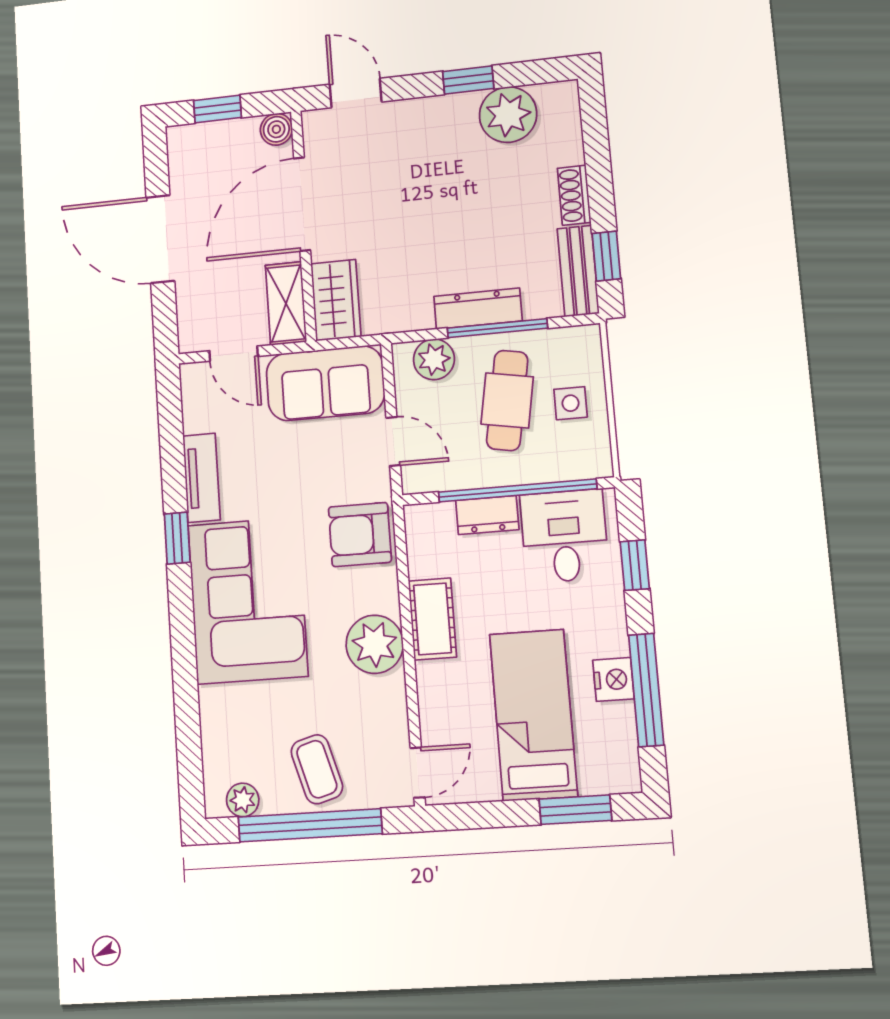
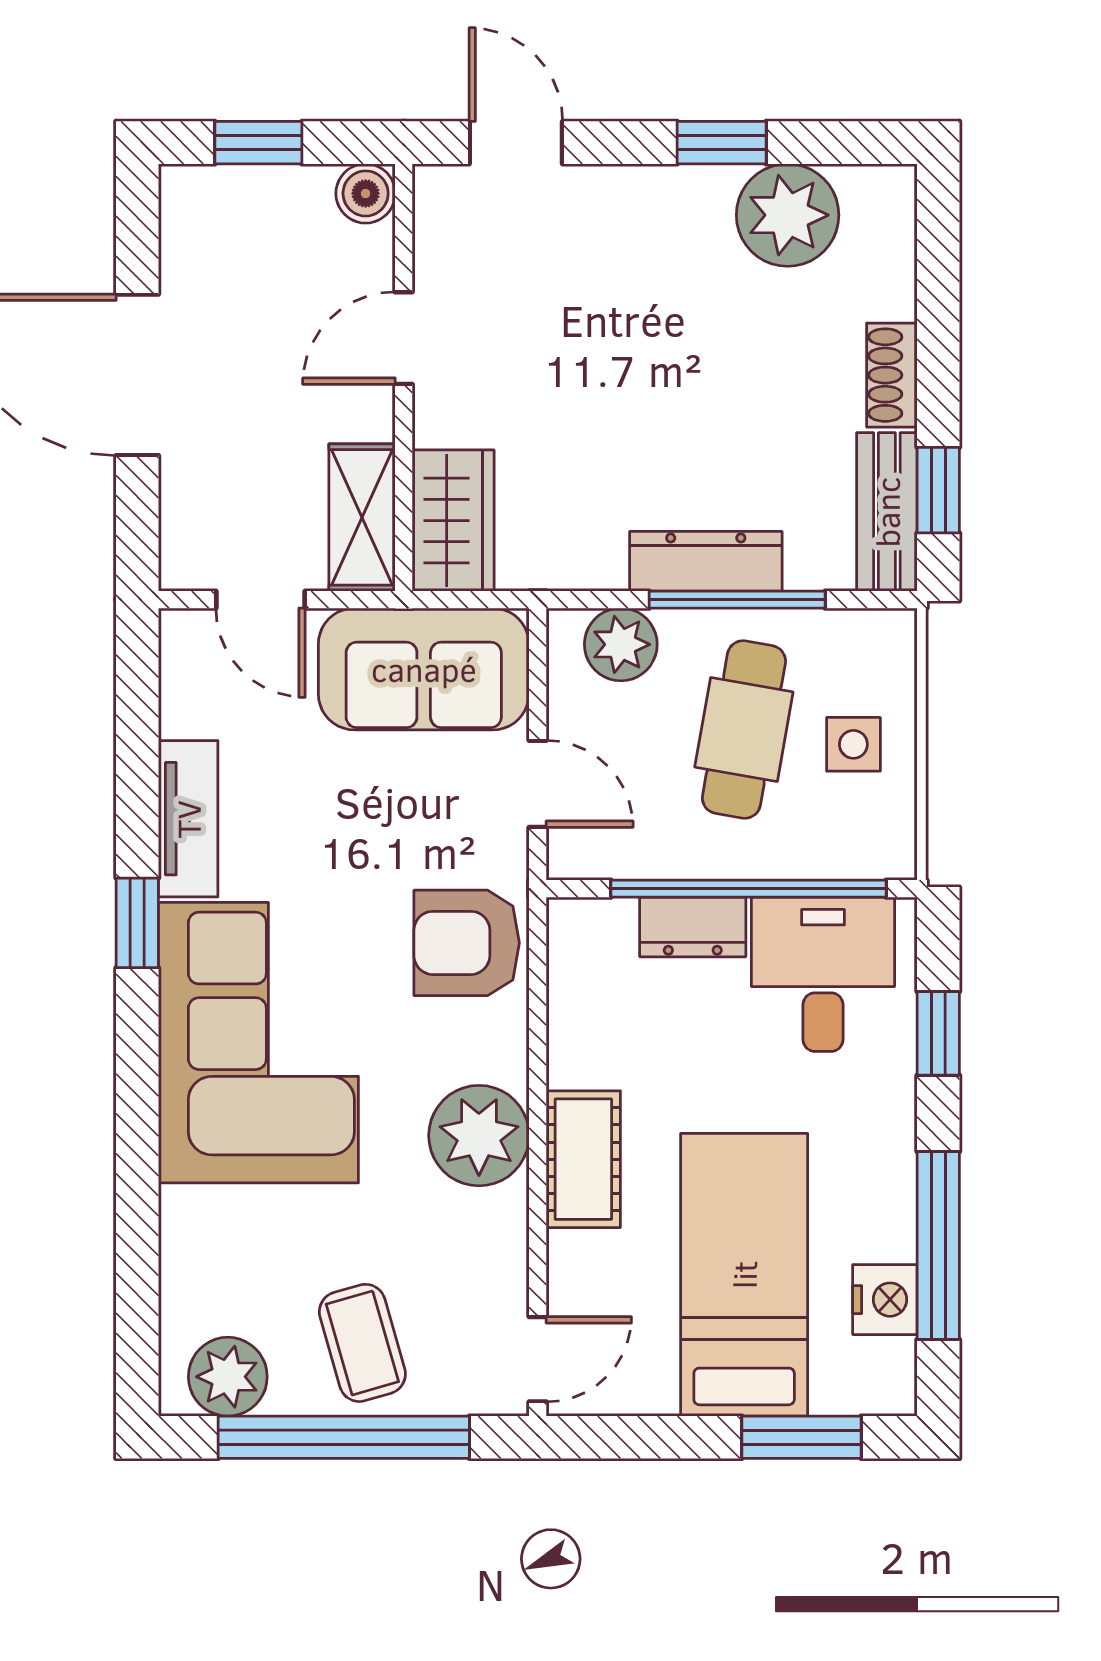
door: (302, 204) -> (404, 338), width x0.53
cot: (432, 619) -> (583, 1159), moved
nightstand: (613, 679) -> (885, 1300), moved
plant: (243, 800) -> (228, 1377), width x1.38, depth x1.38

